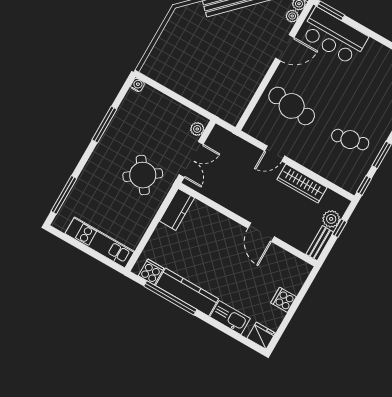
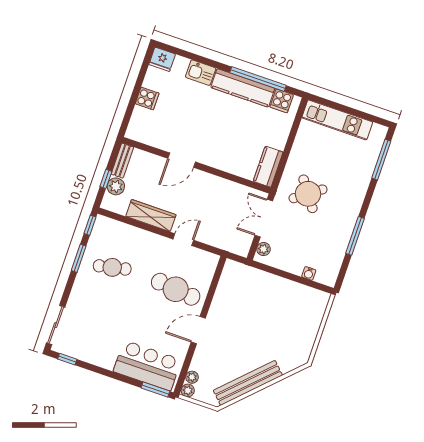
door: (285, 48) -> (198, 330), moved
water cooler: (137, 85) -> (309, 273), moved
door: (261, 232) -> (182, 160), swing flipped
kitchen sink: (230, 318) -> (201, 73), width x0.73

